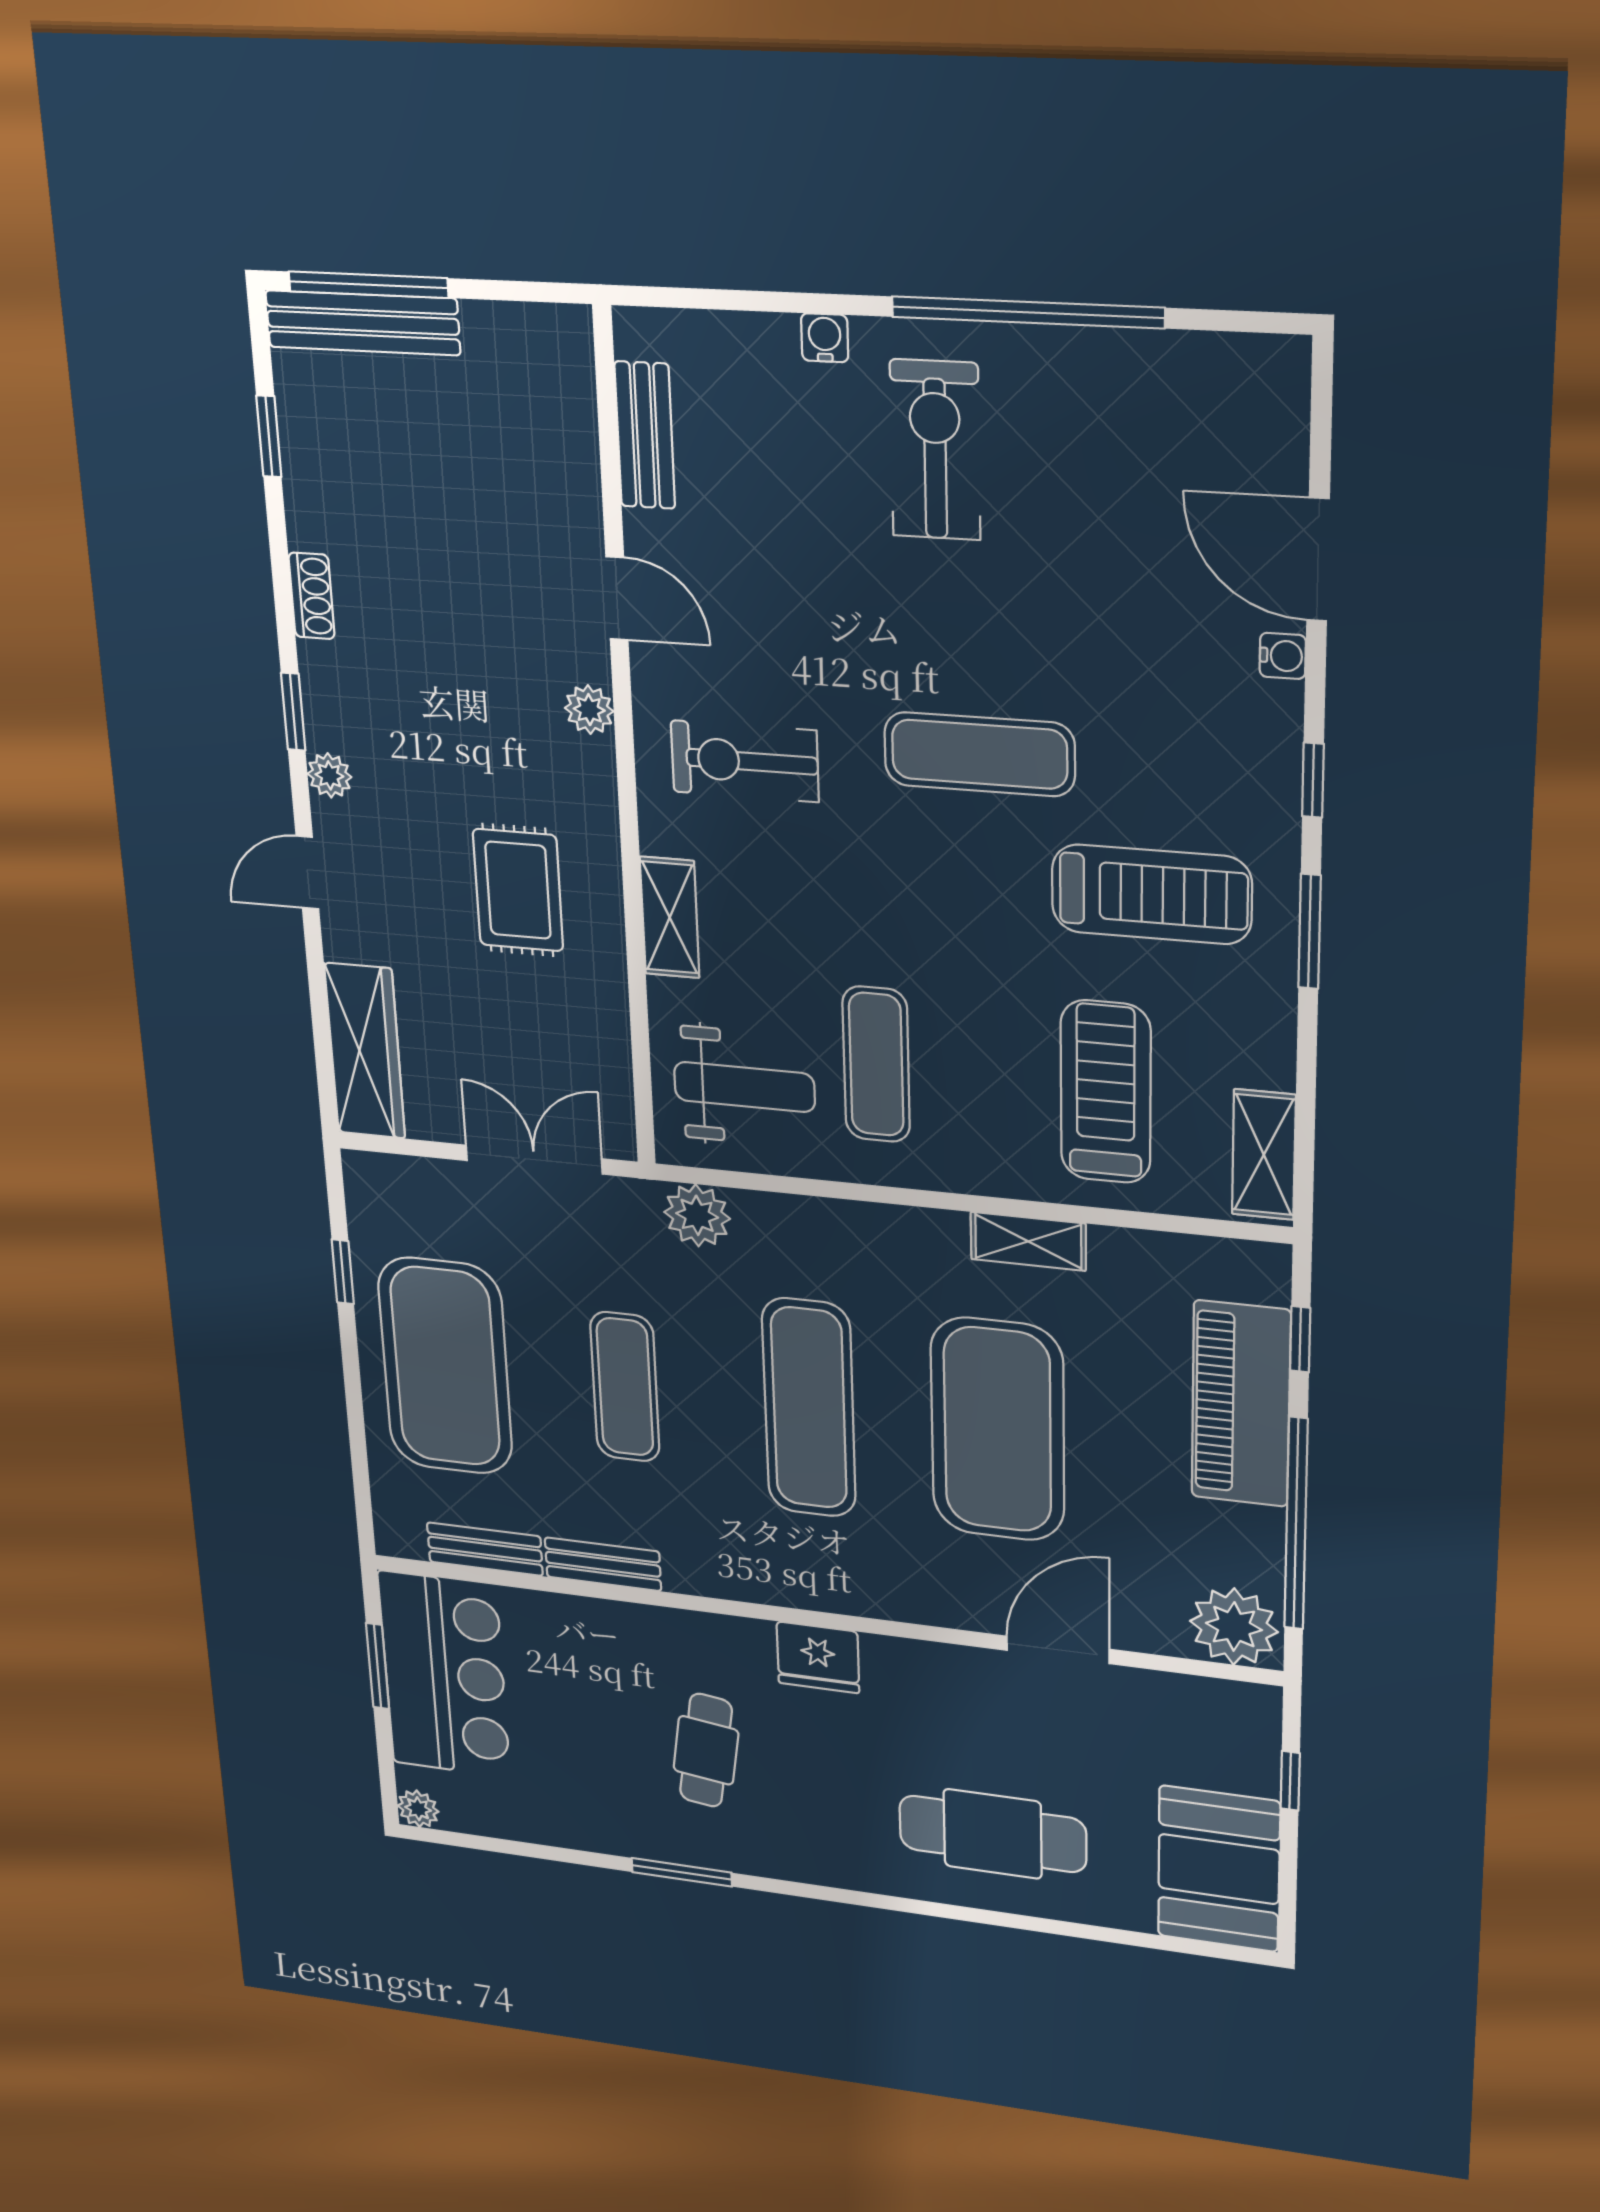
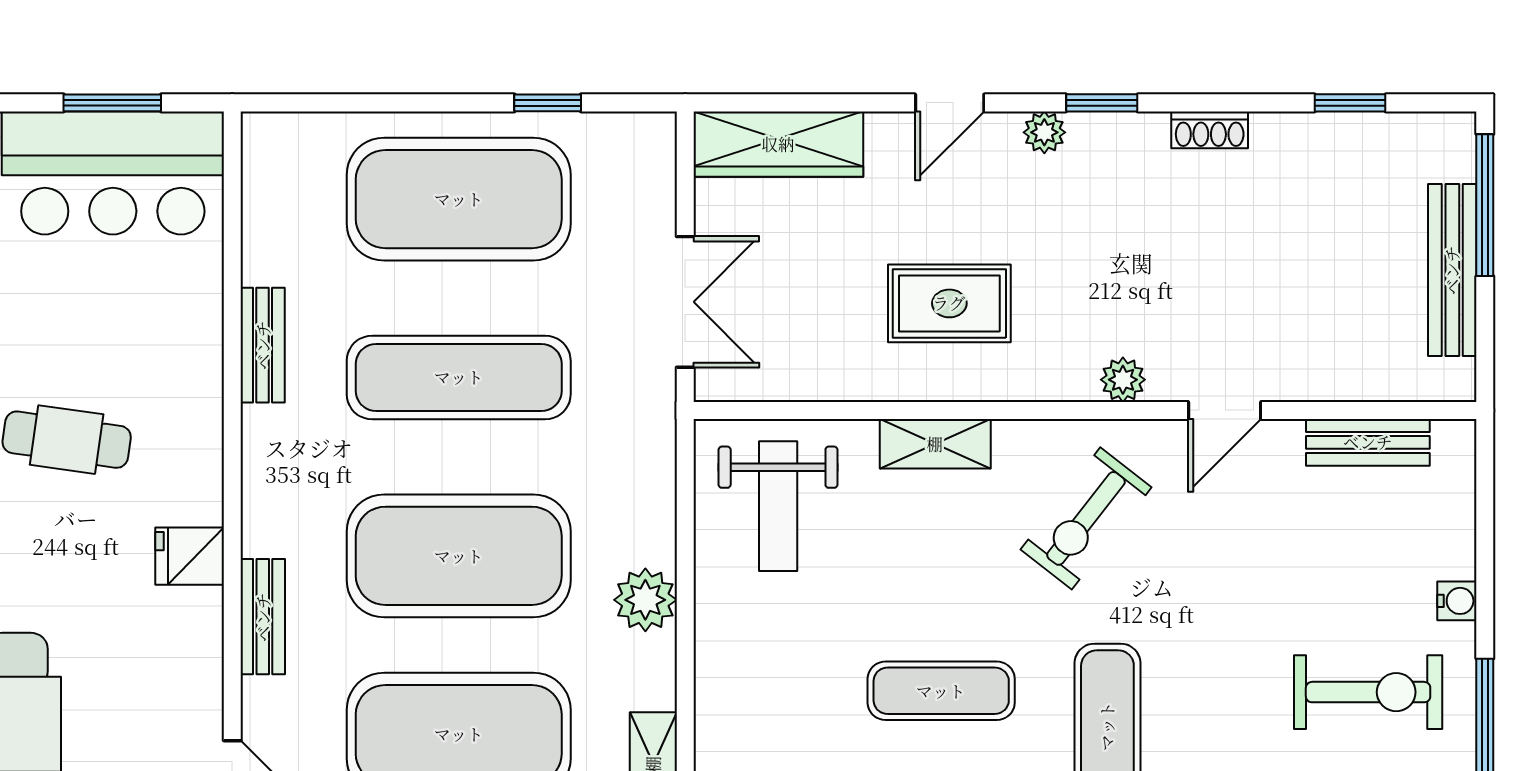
bench: (363, 323) -> (1452, 270), moved
exercise bike: (745, 761) -> (1086, 518), turned -142
door: (307, 872) -> (950, 103), swing flipped
exercise mat: (876, 1064) -> (941, 691), moved
plant: (697, 1215) -> (645, 600), moved
exercise mat: (625, 1387) -> (459, 377), width x1.36, depth x1.45
exercise mat: (809, 1408) -> (459, 556), width x1.47
bench: (485, 1549) -> (263, 617), moved
fridge: (818, 1657) -> (190, 556), width x0.72

